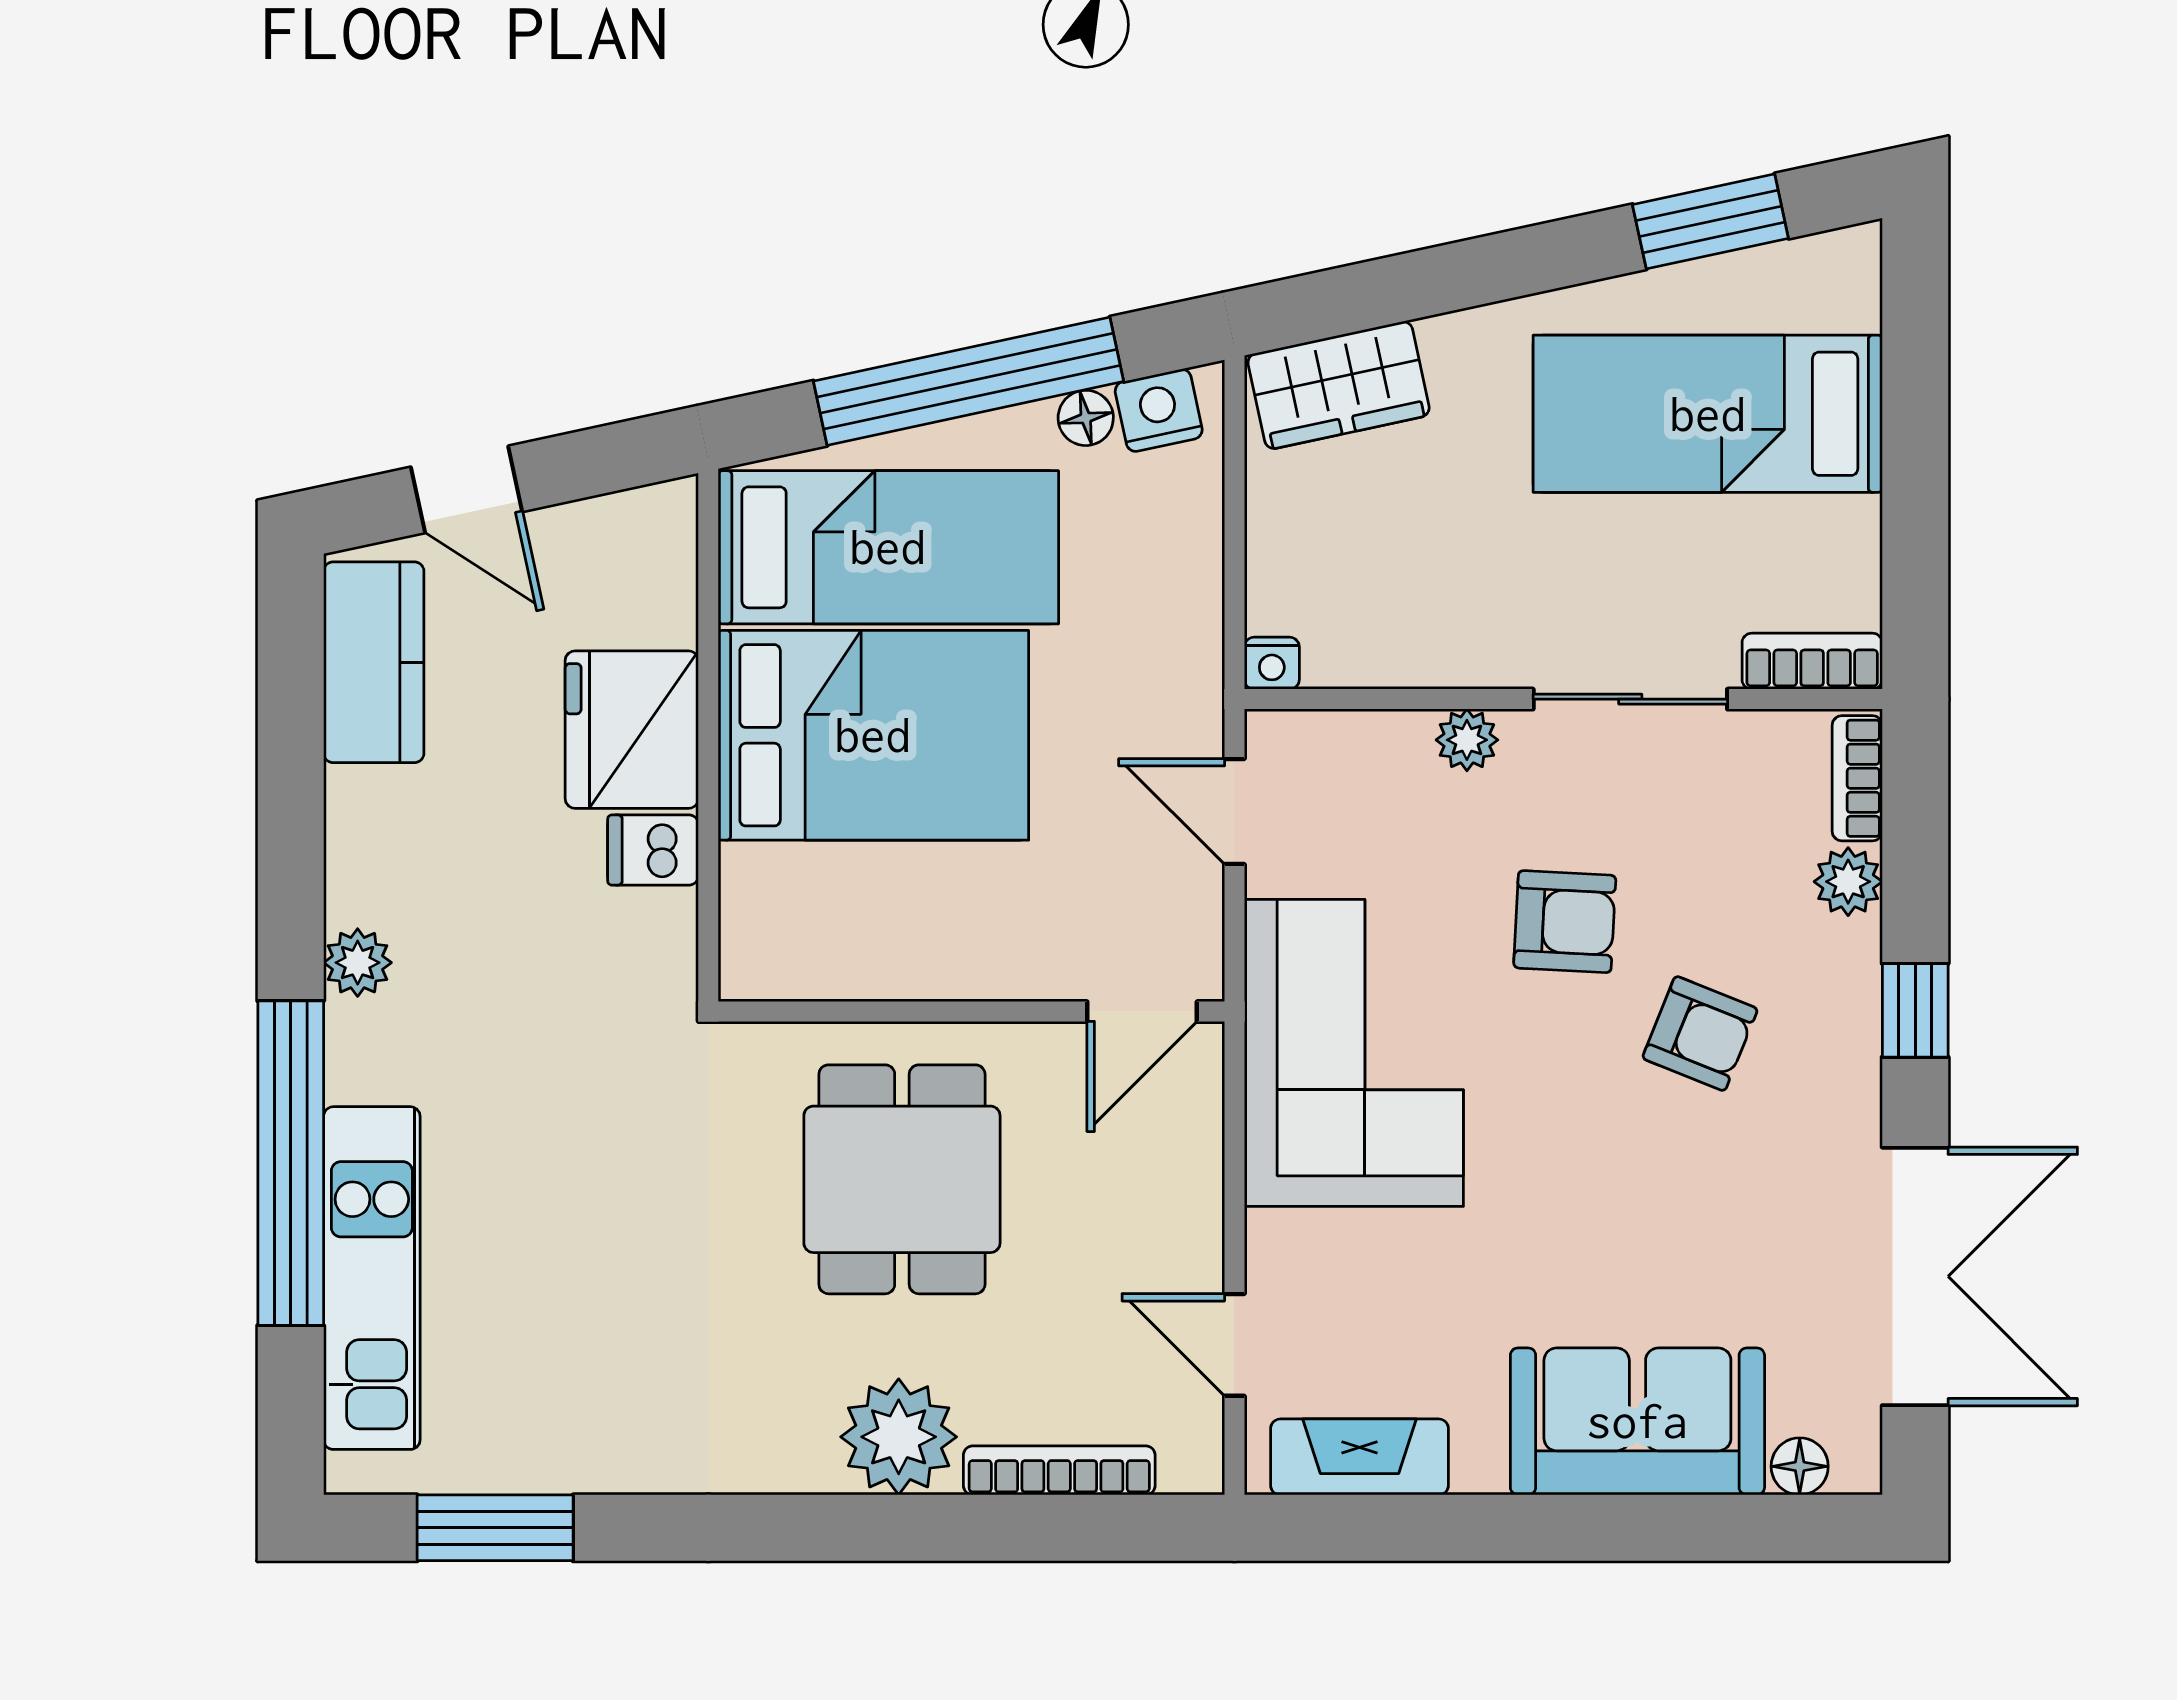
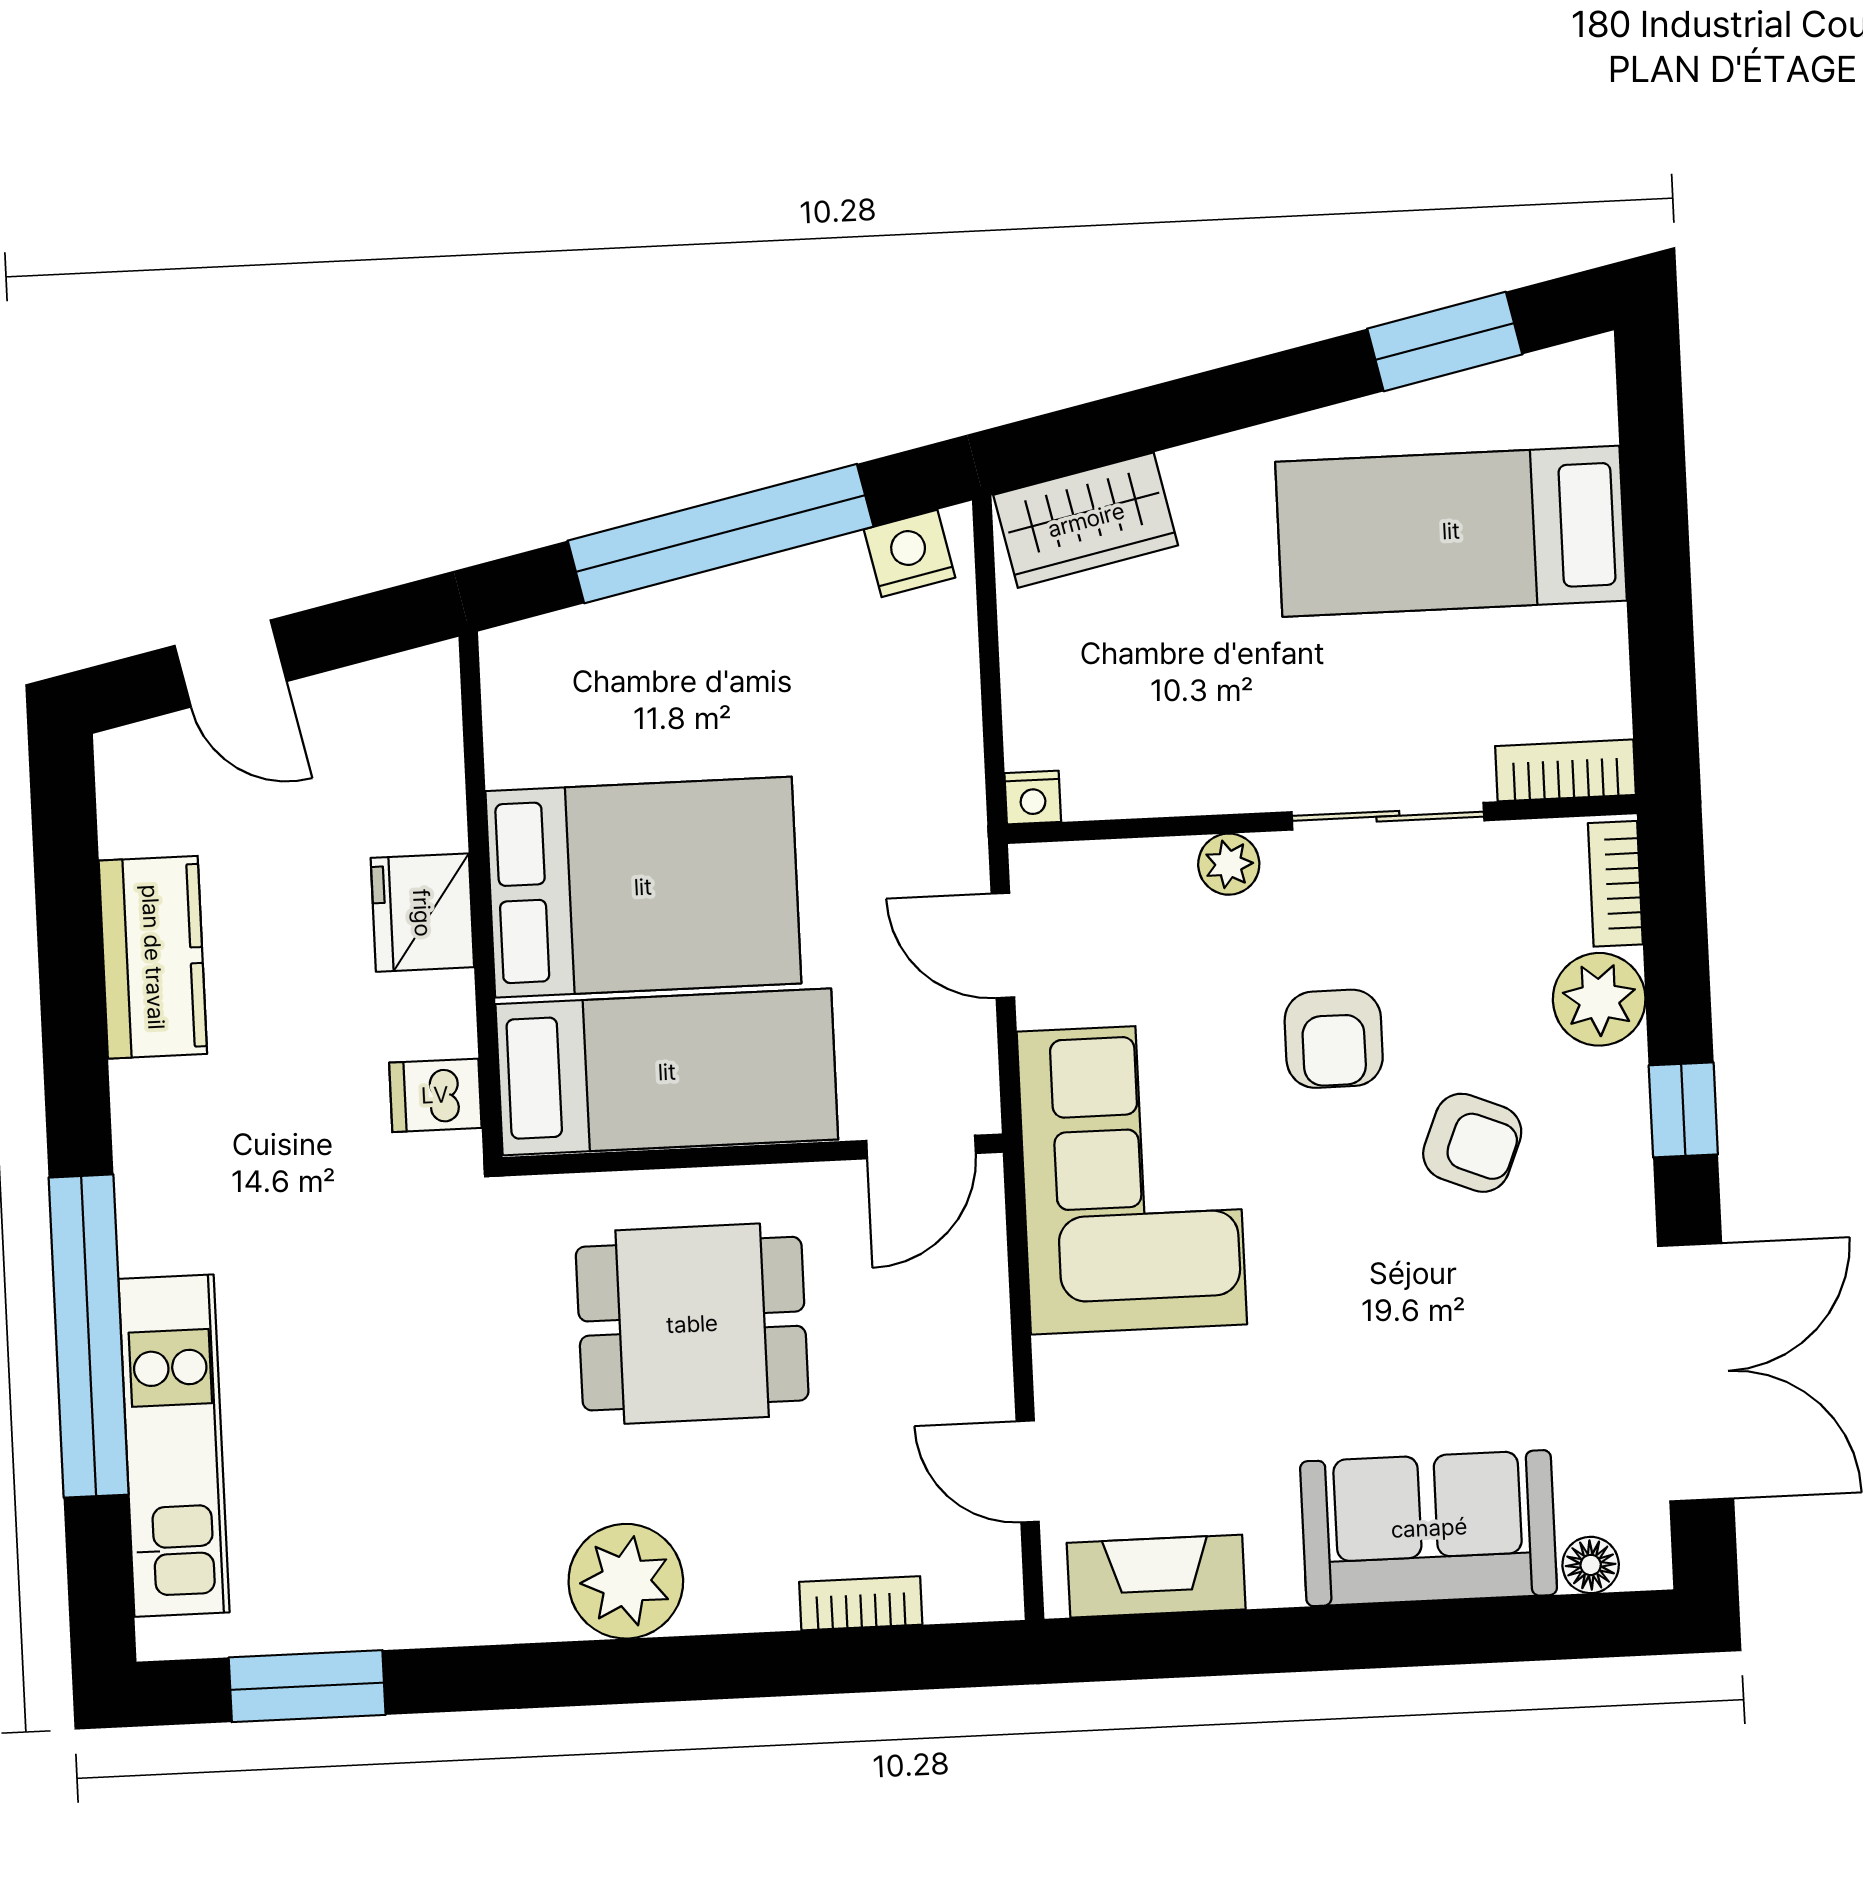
floor lamp: (1086, 418) -> (838, 564), removed
bed: (888, 547) -> (667, 1072), moved
kitchen counter: (374, 662) -> (153, 957), moved
fridge: (632, 730) -> (422, 913), width x0.73, depth x0.75
dishwasher: (653, 850) -> (435, 1095), moved
plant: (1848, 882) -> (1599, 999), width x1.38, depth x1.38
armchair: (1565, 922) -> (1334, 1039), turned 87
plant: (358, 963) -> (145, 1135), removed
dining table: (902, 1179) -> (692, 1324), turned 90
plant: (899, 1437) -> (626, 1581), moved
bookcase: (1059, 1470) -> (861, 1603), width x0.64

